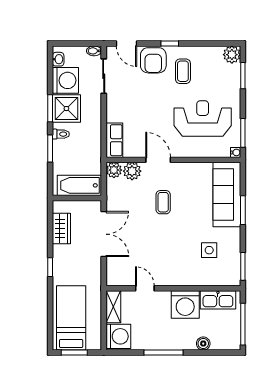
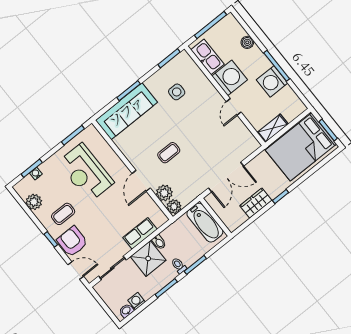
door: (127, 44) -> (76, 270), hinge flipped
bidet: (94, 51) -> (159, 242), moved
plant: (232, 55) -> (34, 202), moved
armchair: (153, 60) -> (72, 242), turned -90
washing machine: (65, 80) -> (137, 301), width x0.53, depth x0.53
shower: (66, 109) -> (148, 258), moved
row of seats: (114, 140) -> (140, 233), moved
water cooler: (236, 152) -> (36, 174), moved
wardrobe: (61, 228) -> (256, 203), moved
double door: (104, 234) -> (226, 177), swing flipped
door: (145, 288) -> (234, 107), moved
bed: (71, 318) -> (301, 147), width x1.50
washing machine: (118, 336) -> (272, 81), moved, turned -90

